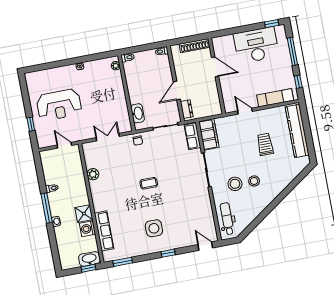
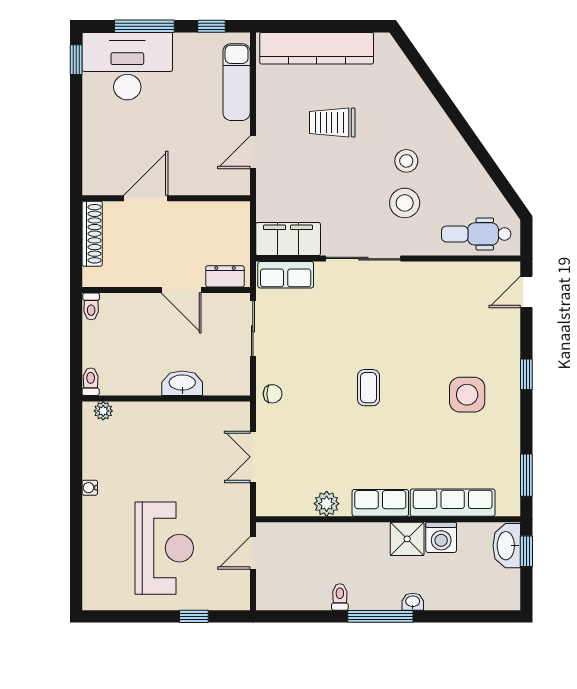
desk: (256, 45) -> (127, 66), moved, turned 90
washbasin: (138, 113) -> (182, 383), moved
row of seats: (98, 198) -> (380, 503), added

